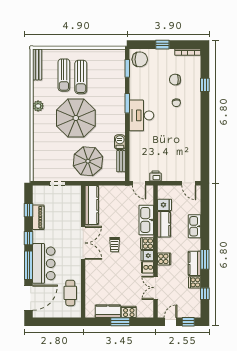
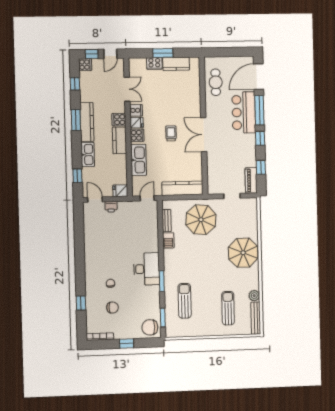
sun lounger: (81, 77) -> (185, 301), moved
plant: (38, 106) -> (254, 296), moved
parasol: (76, 118) -> (243, 253), moved, width x0.73, depth x0.73
printer: (155, 176) -> (111, 207), moved
door: (139, 183) -> (147, 198), hinge flipped
kitchen counter: (92, 205) -> (183, 188), moved, turned 90
fridge: (165, 205) -> (120, 191), moved
window: (205, 206) -> (77, 176), added
piano: (38, 217) -> (251, 180), moved
kitchen counter: (164, 224) -> (119, 140), moved
kitchen counter: (195, 263) -> (87, 122), width x1.50
cooker: (195, 282) -> (85, 65), moved

